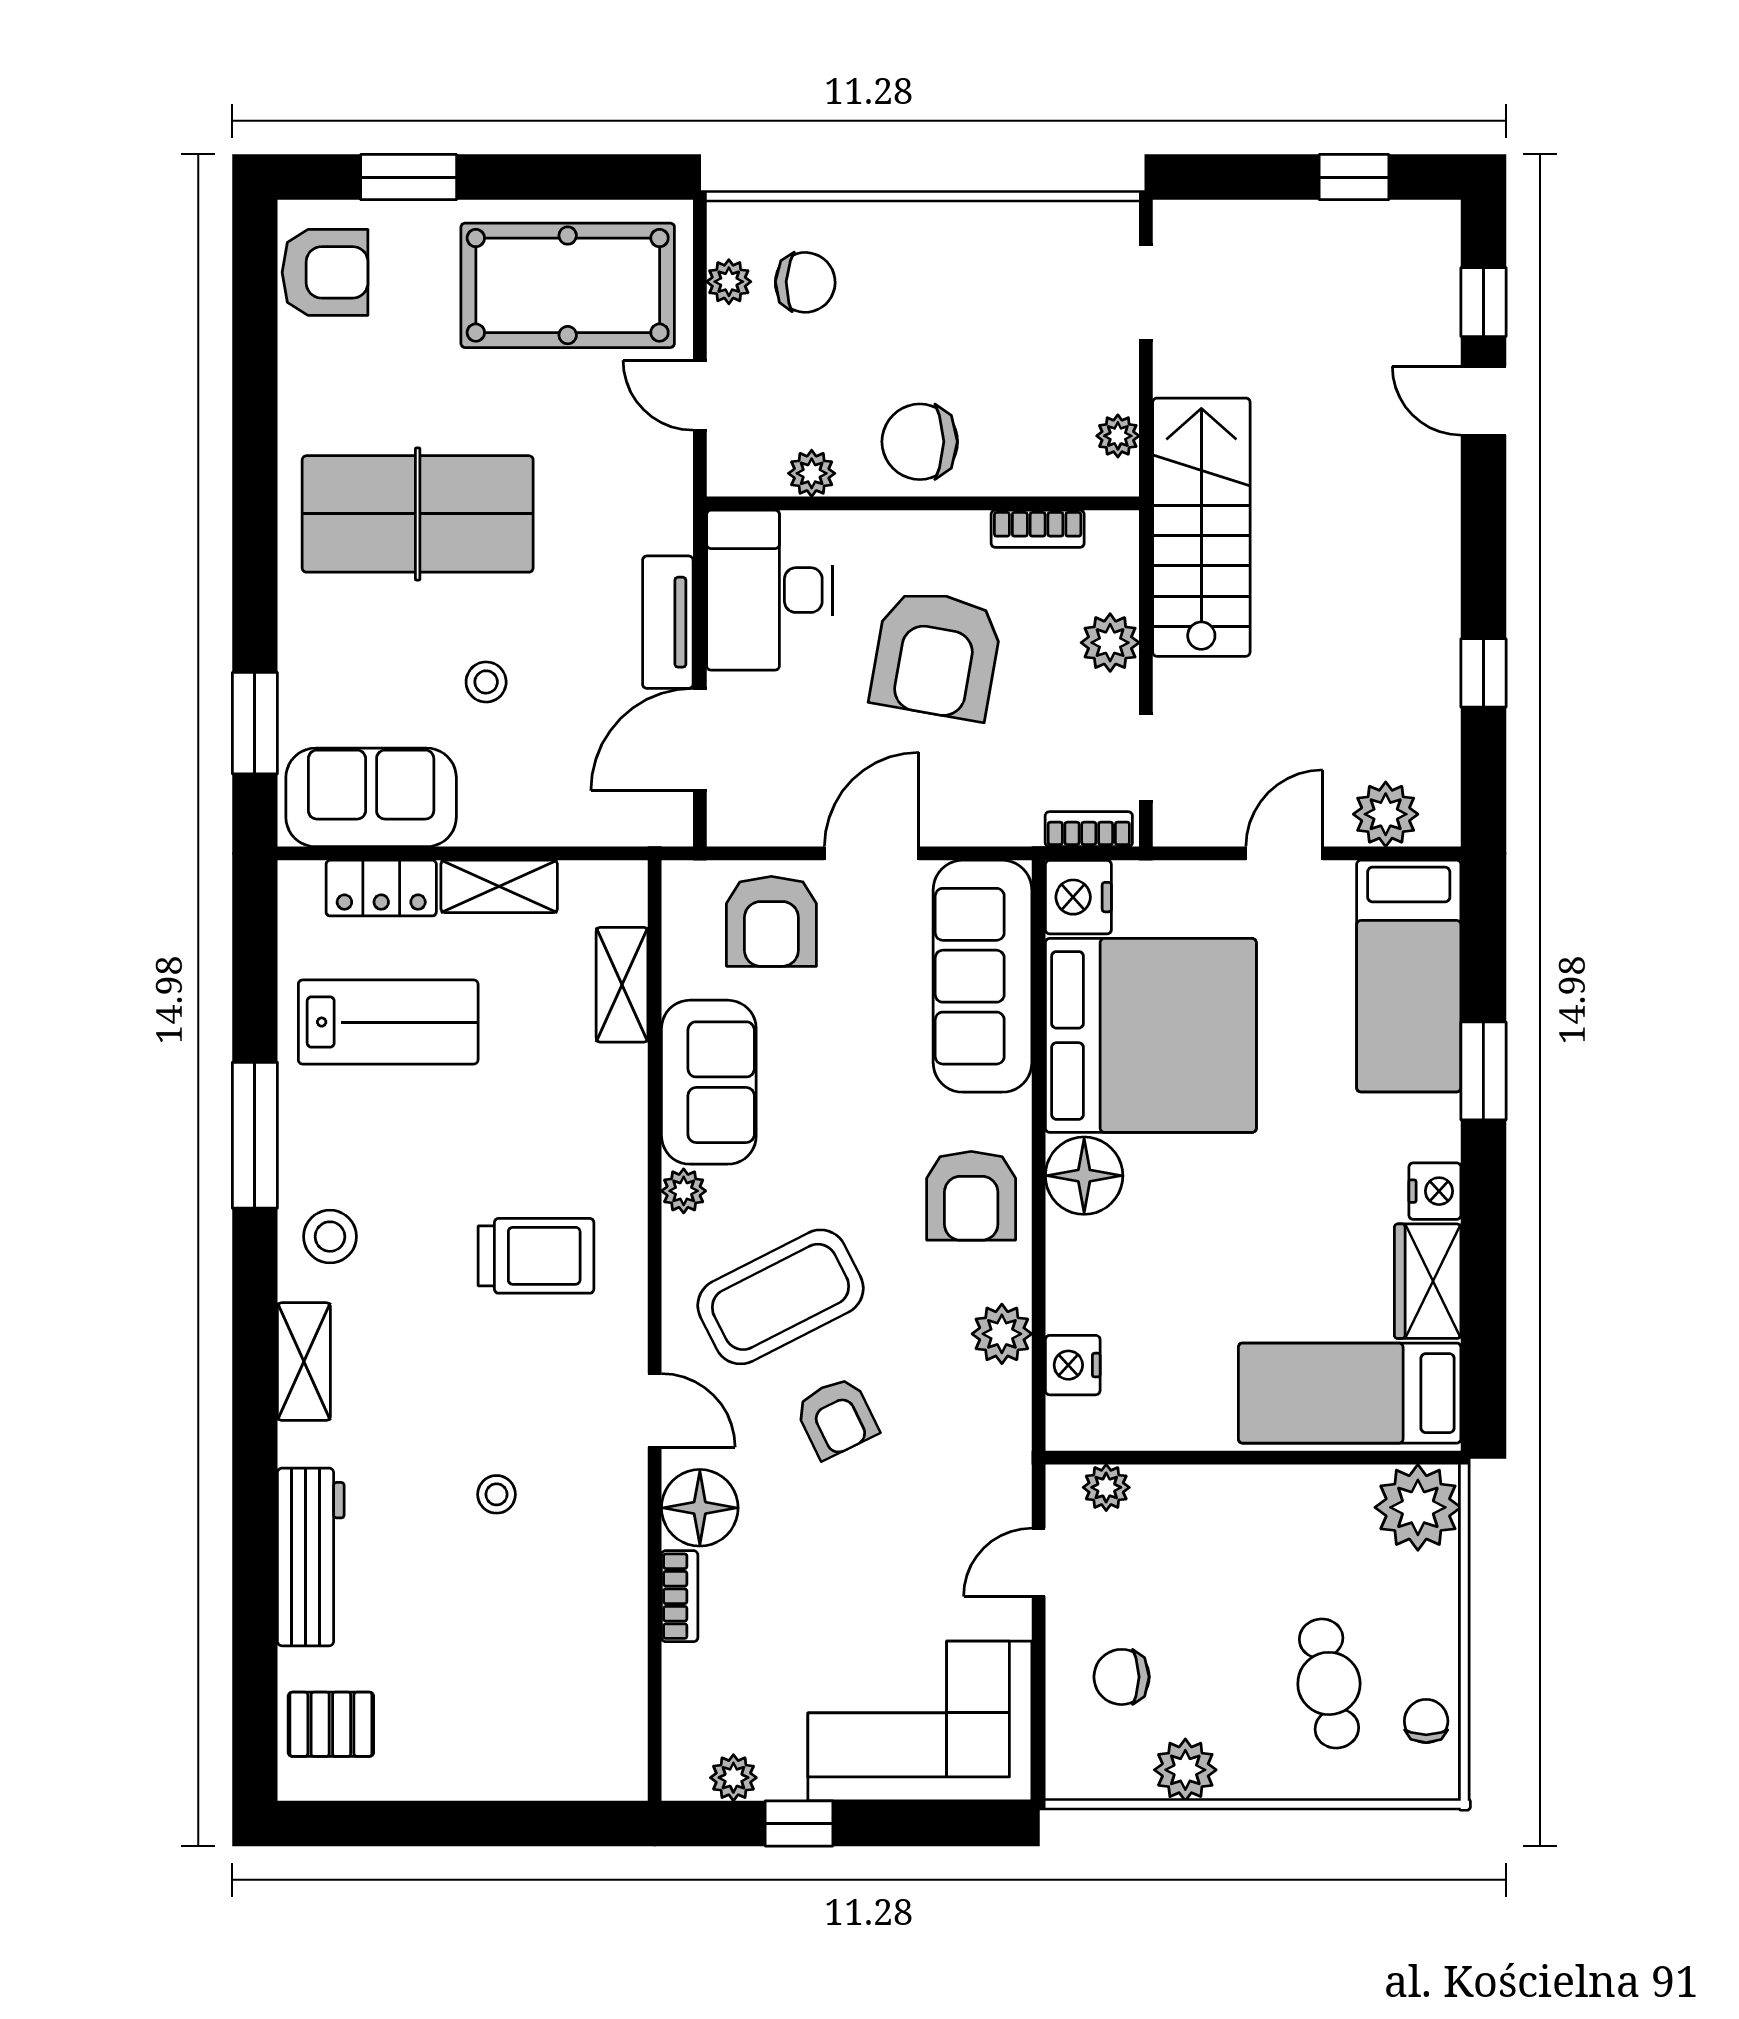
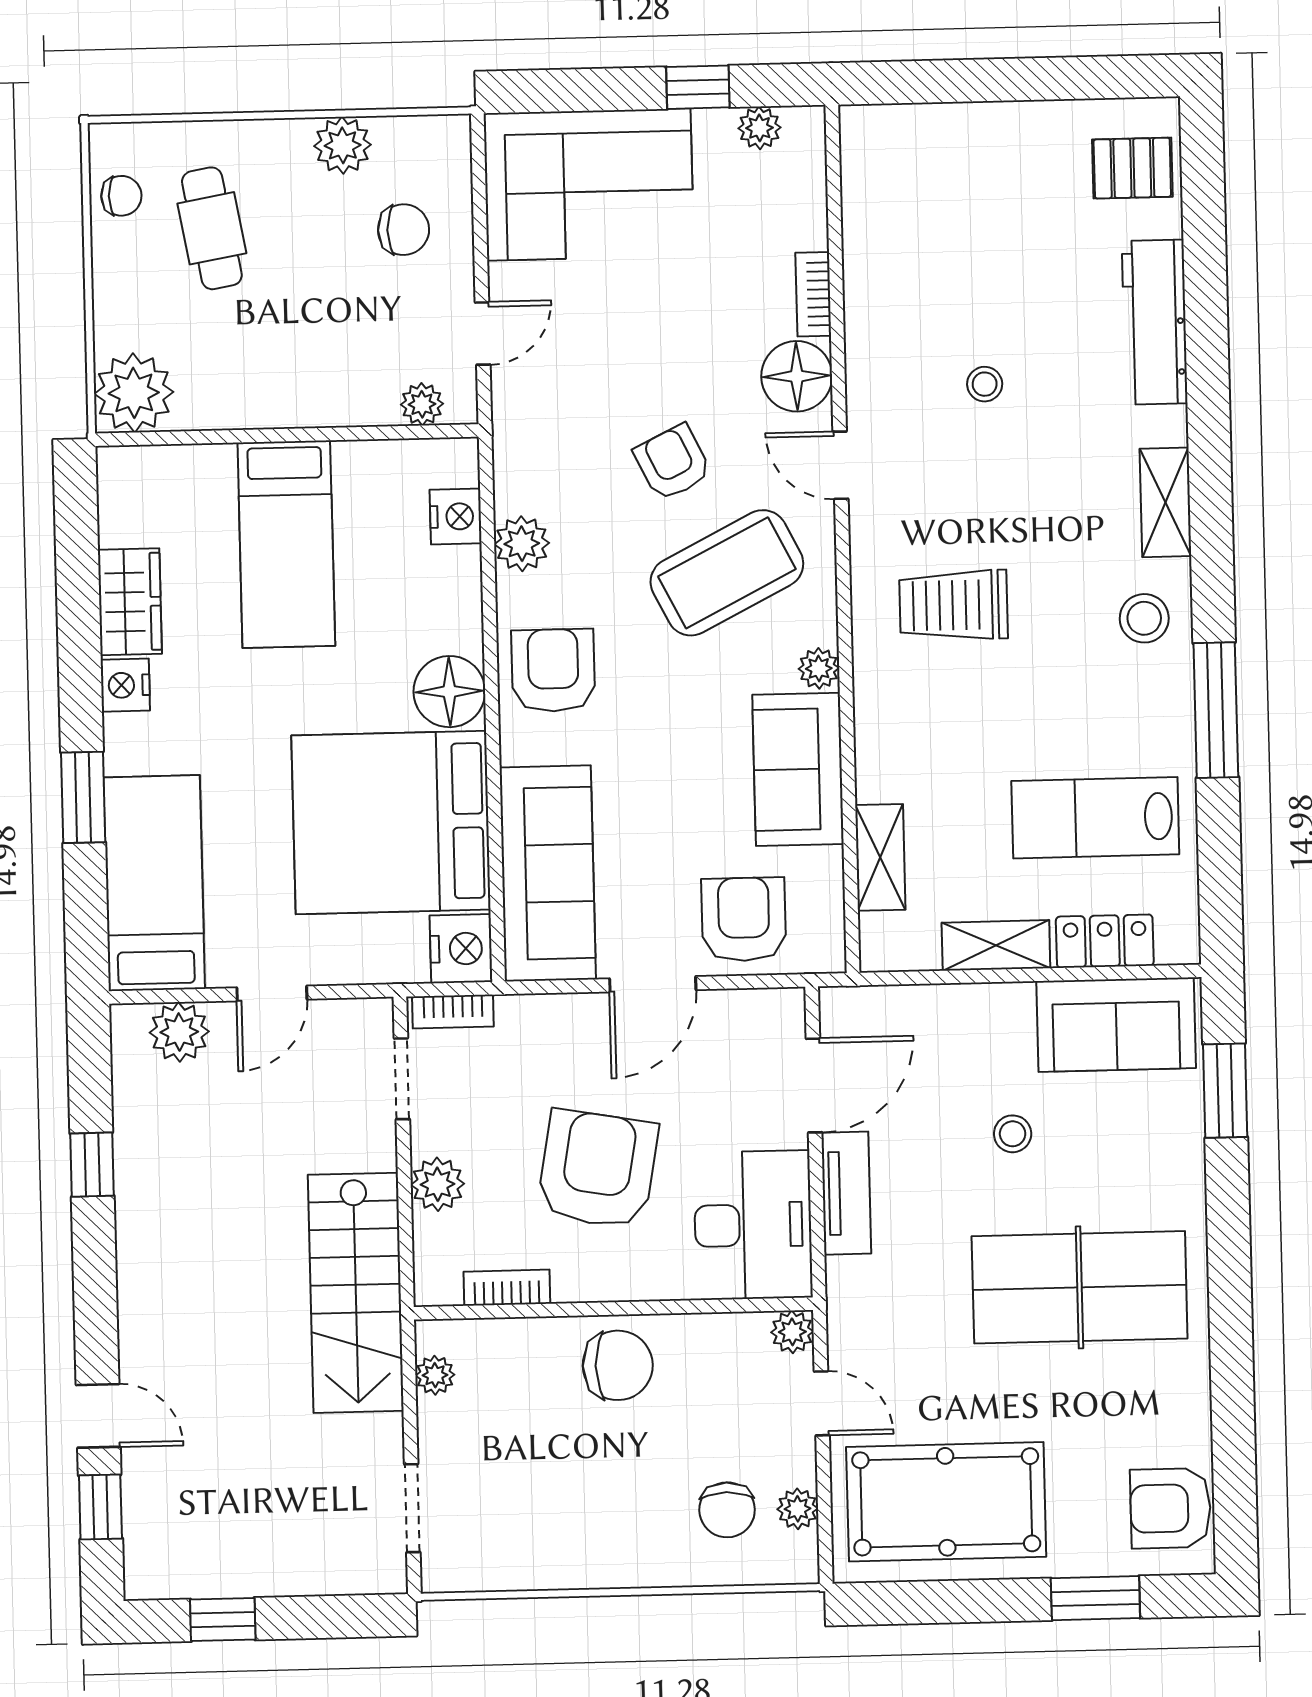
chair: (805, 282) -> (727, 1510), turned -92
plant: (812, 473) -> (792, 1332), moved
bed: (1350, 1393) -> (286, 544), moved, turned 90
chair: (1426, 1721) -> (121, 196), turned -90

